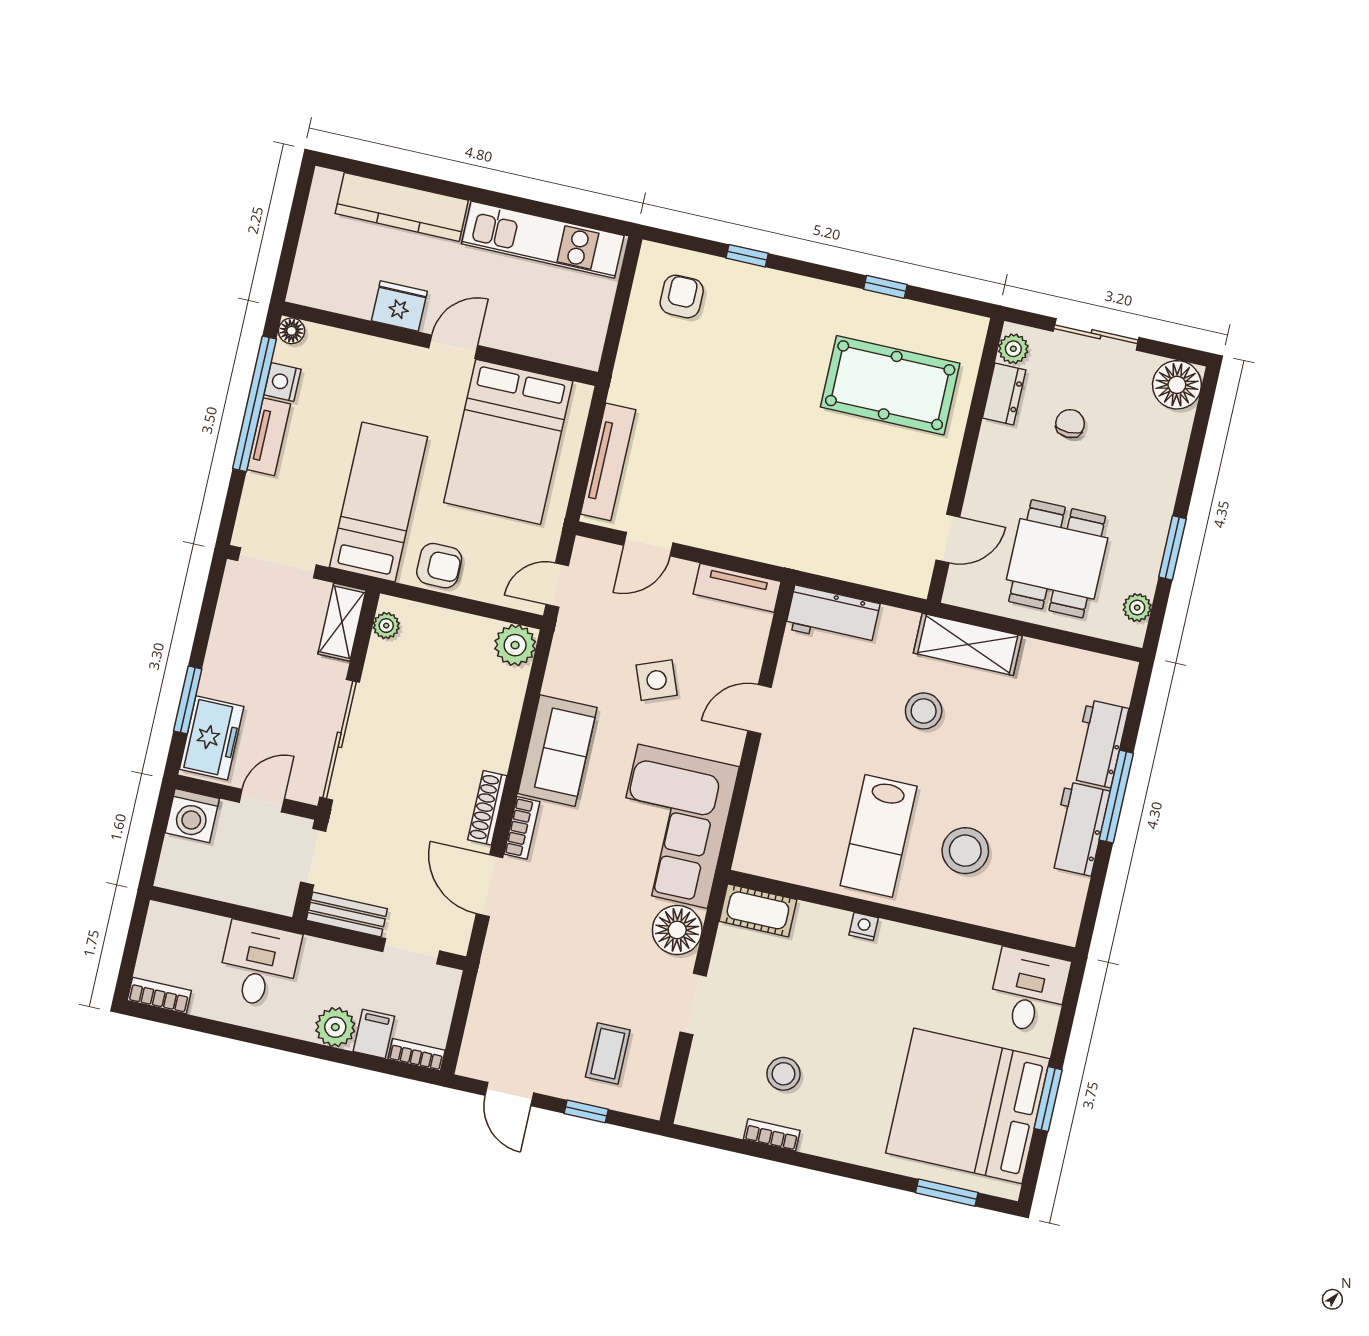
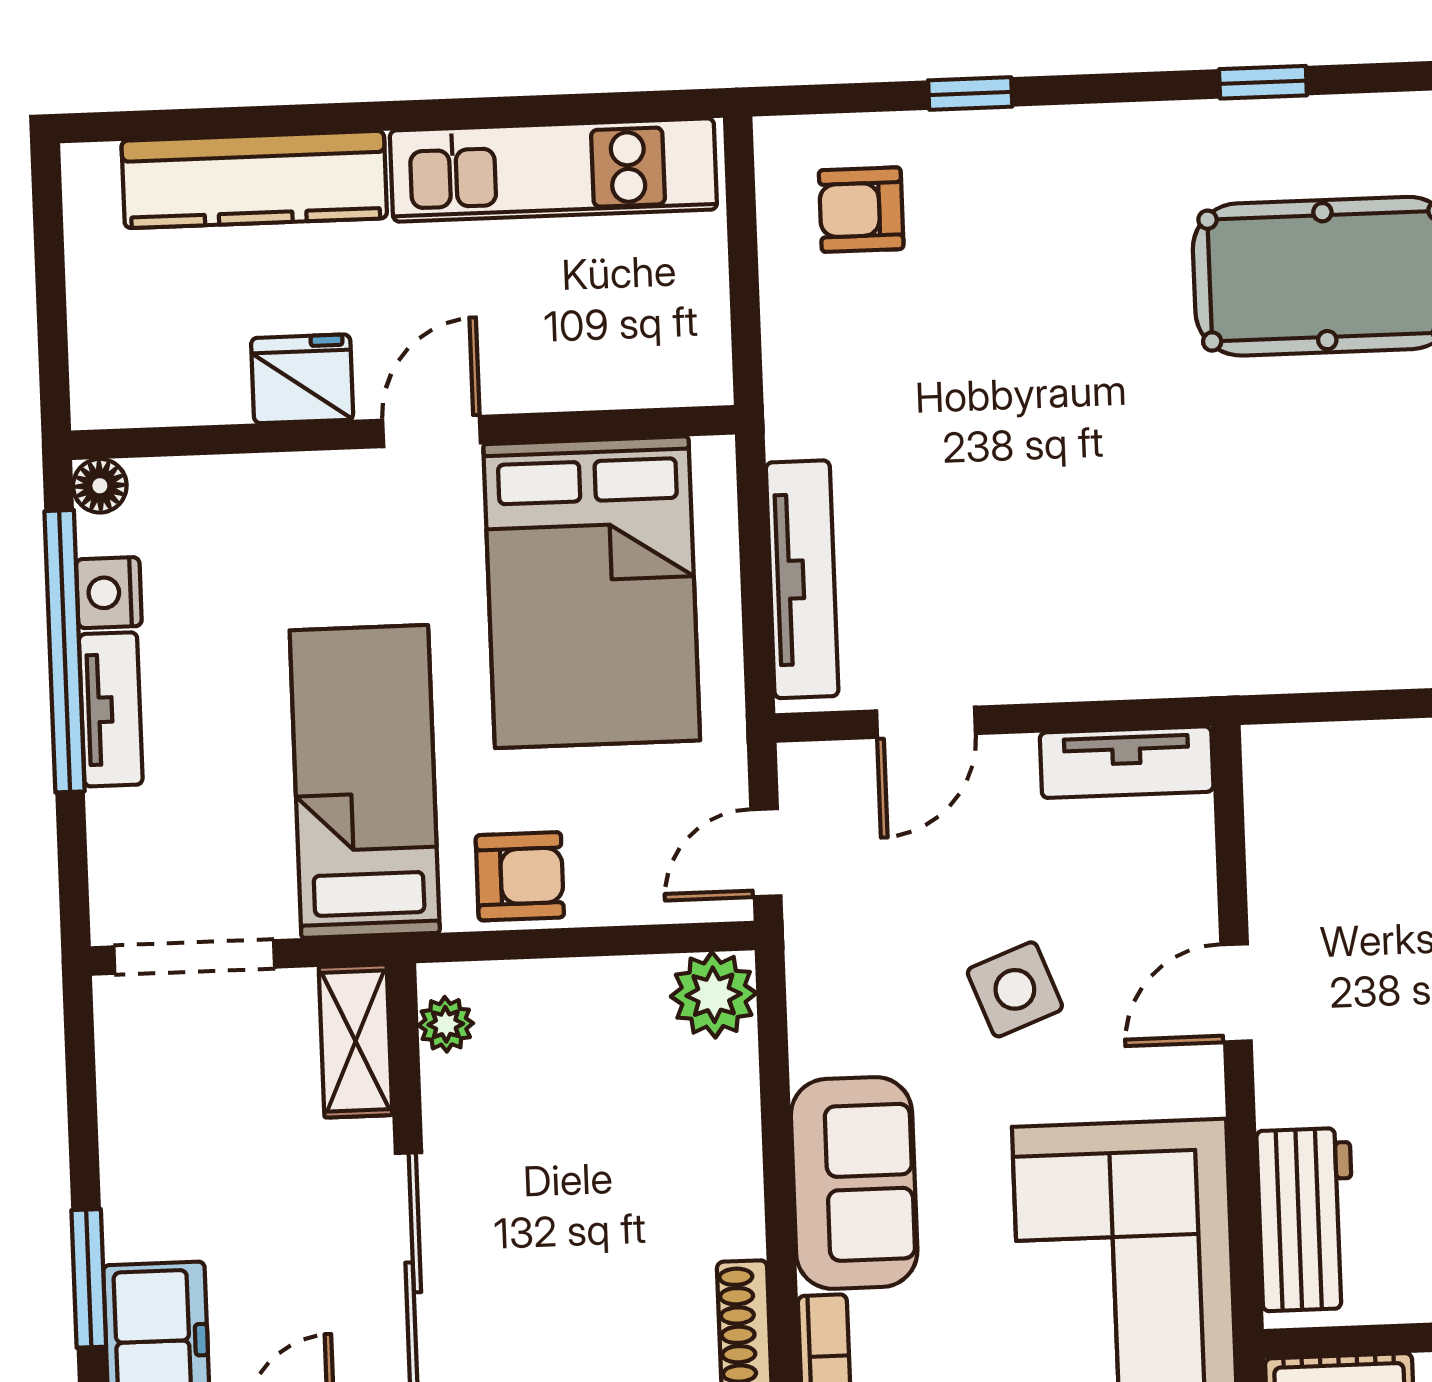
armchair: (682, 296) -> (861, 210), turned -90
workbench: (833, 616) -> (1306, 1219), moved, turned -90

